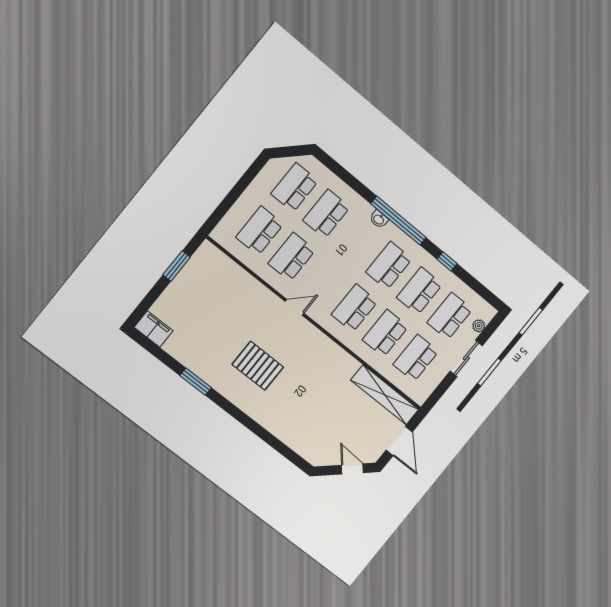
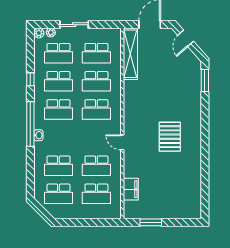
plant: (489, 312) -> (39, 33), added
filing cabinet: (154, 329) -> (131, 189), moved, turned 180
window: (196, 382) -> (205, 81), moved

